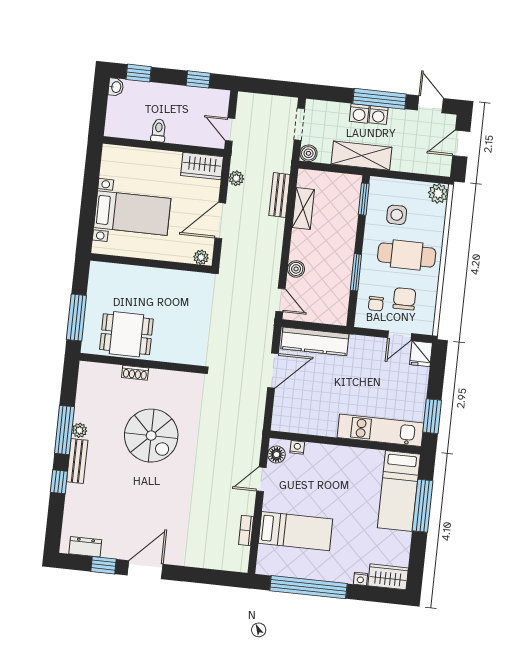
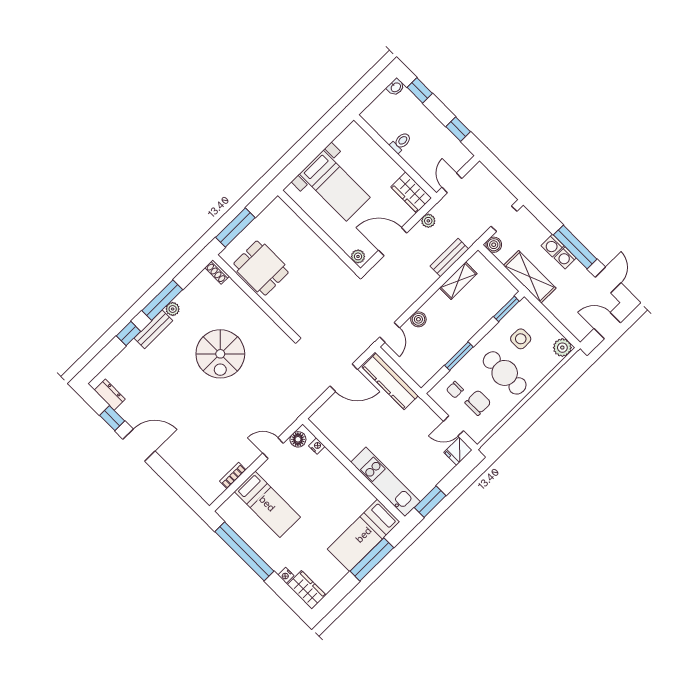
shoe rack: (135, 373) -> (217, 272), moved

